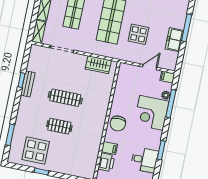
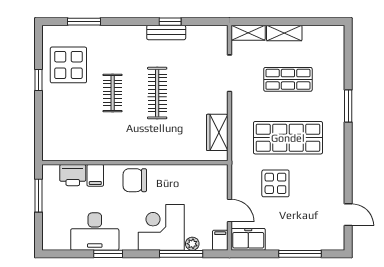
freezer: (174, 40) -> (248, 239), moved
desk: (144, 160) -> (95, 232), width x1.37

